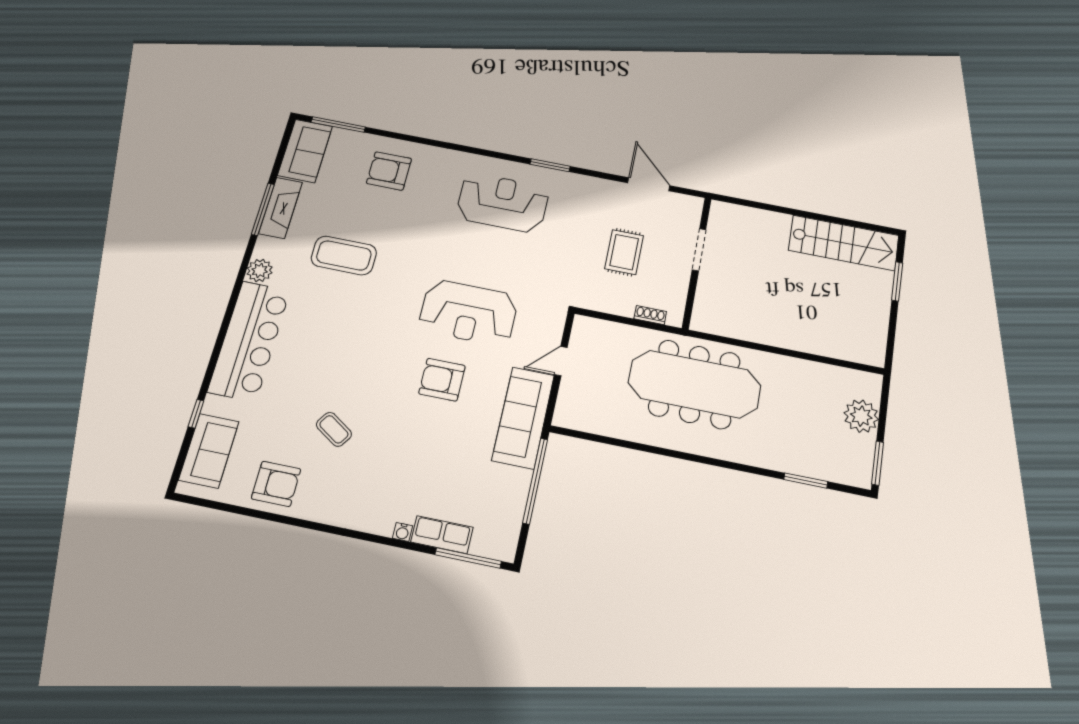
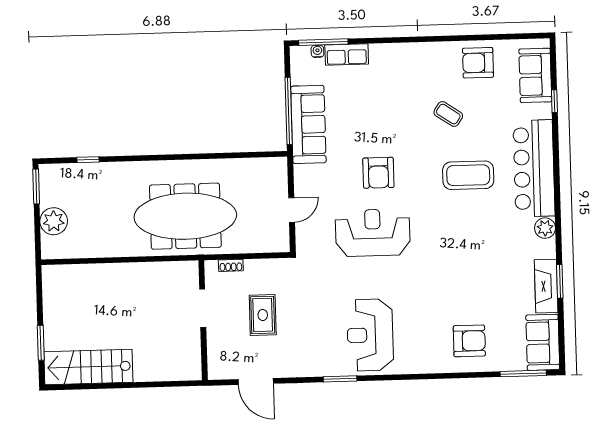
reception desk: (503, 203) -> (370, 335), turned 90
window: (263, 209) -> (560, 281), width x0.69
doorway: (699, 250) -> (203, 308), moved
coffee table: (344, 255) -> (468, 175), moved
armchair: (442, 380) -> (378, 173), turned 90
sofa: (523, 418) -> (308, 124), moved
window: (806, 481) -> (88, 160), width x0.67
water cooler: (403, 532) -> (317, 51), moved

